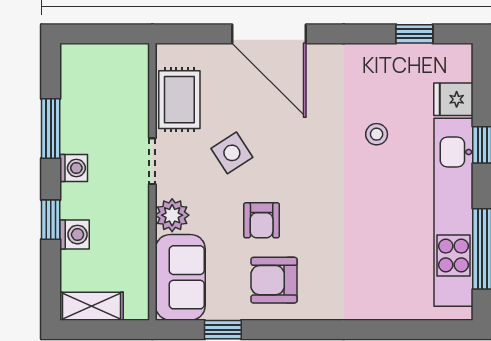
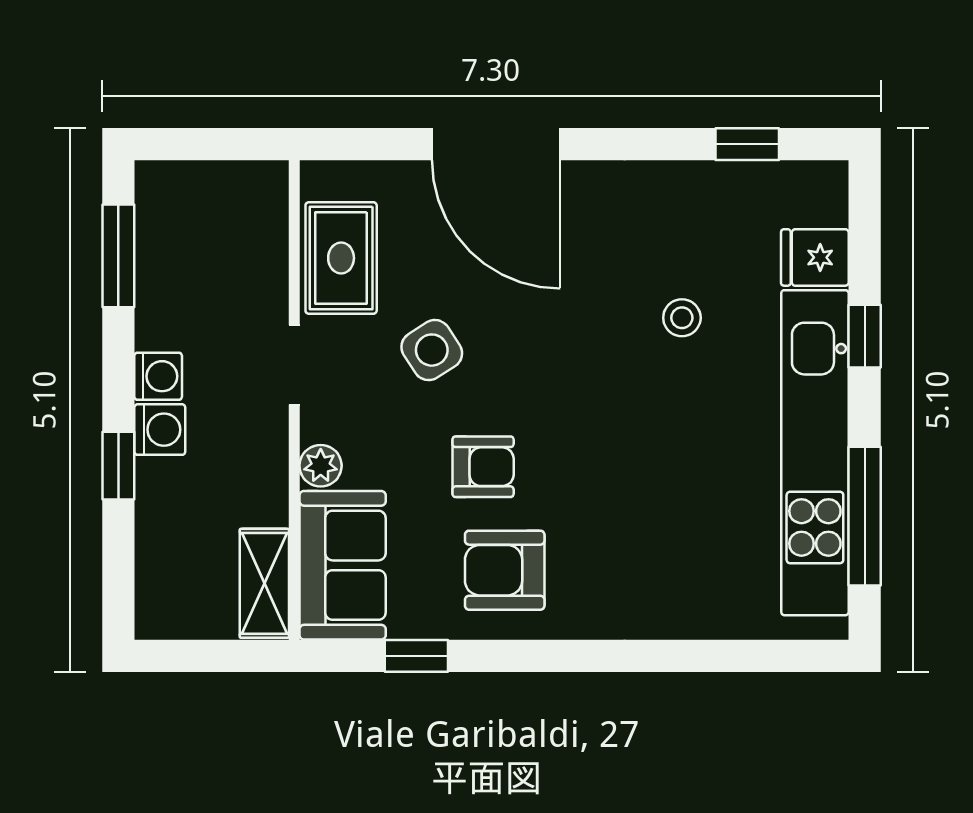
window: (51, 129) -> (118, 256), moved
plant: (172, 215) -> (321, 466), width x0.73, depth x0.73
armchair: (262, 220) -> (483, 467), turned -90
washing machine: (75, 235) -> (160, 430), moved
shelving: (91, 306) -> (264, 583), moved, turned 90

